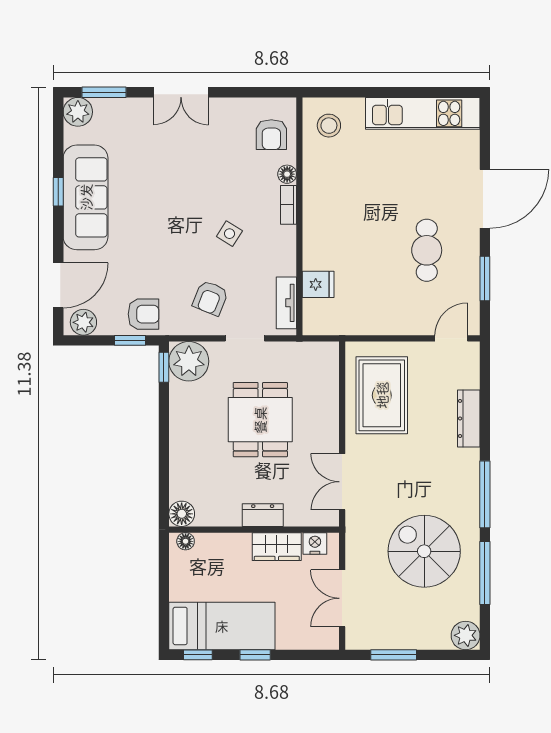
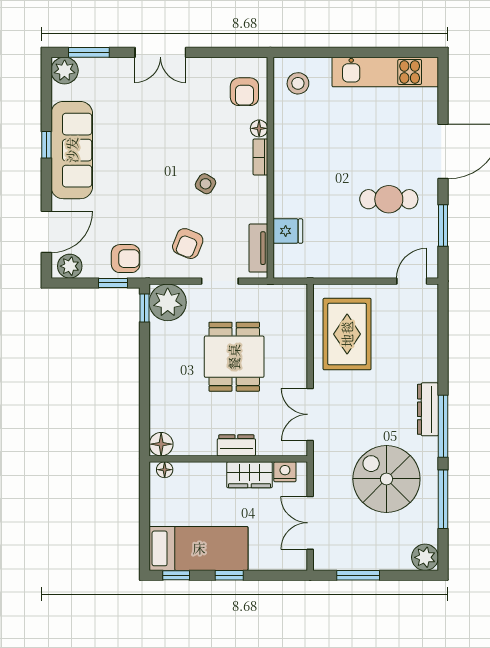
cafe table: (427, 250) -> (389, 199), turned 90
dresser: (469, 418) -> (428, 409), moved

